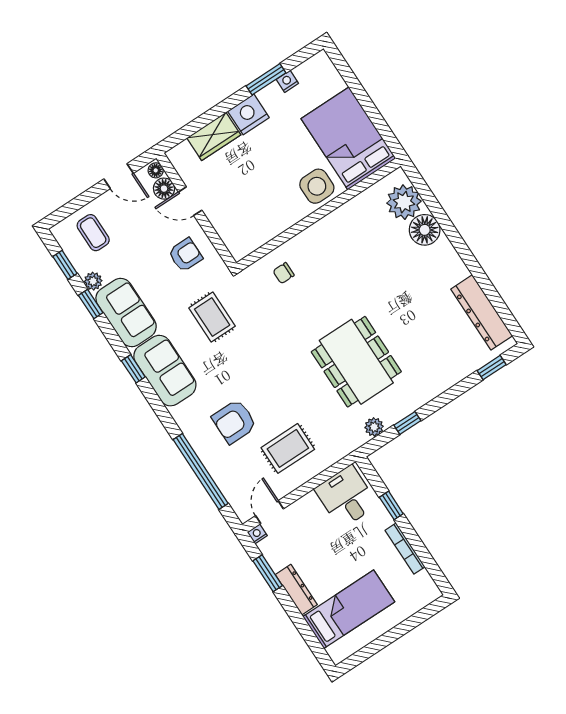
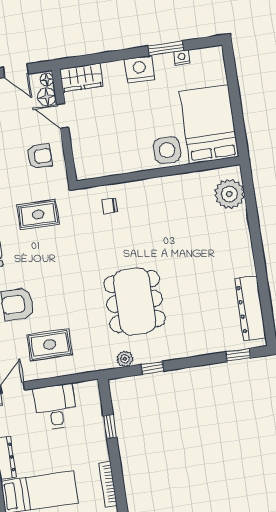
wardrobe: (214, 136) -> (81, 78), moved
floor lamp: (425, 230) -> (236, 223), removed
rug: (212, 317) -> (38, 215), turned 90
desk: (346, 497) -> (55, 407), moved
bookcase: (405, 549) -> (108, 484), moved

